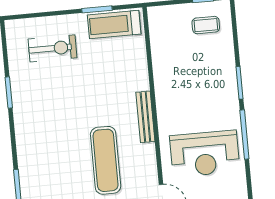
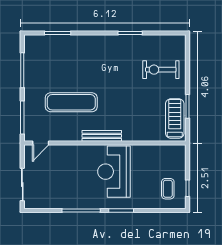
exercise bike: (53, 48) -> (161, 70), turned 90
reception desk: (205, 154) -> (114, 172), moved

